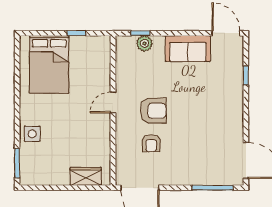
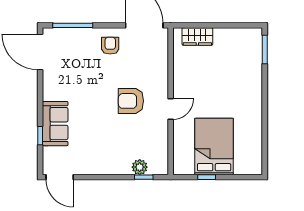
sofa: (188, 49) -> (55, 124), moved, turned 90
bed: (49, 64) -> (214, 146), moved
side table: (32, 134) -> (250, 78), removed
armchair: (151, 143) -> (110, 46), moved

